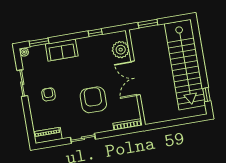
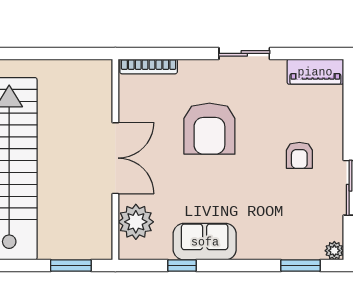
sofa: (62, 50) -> (205, 242), moved

